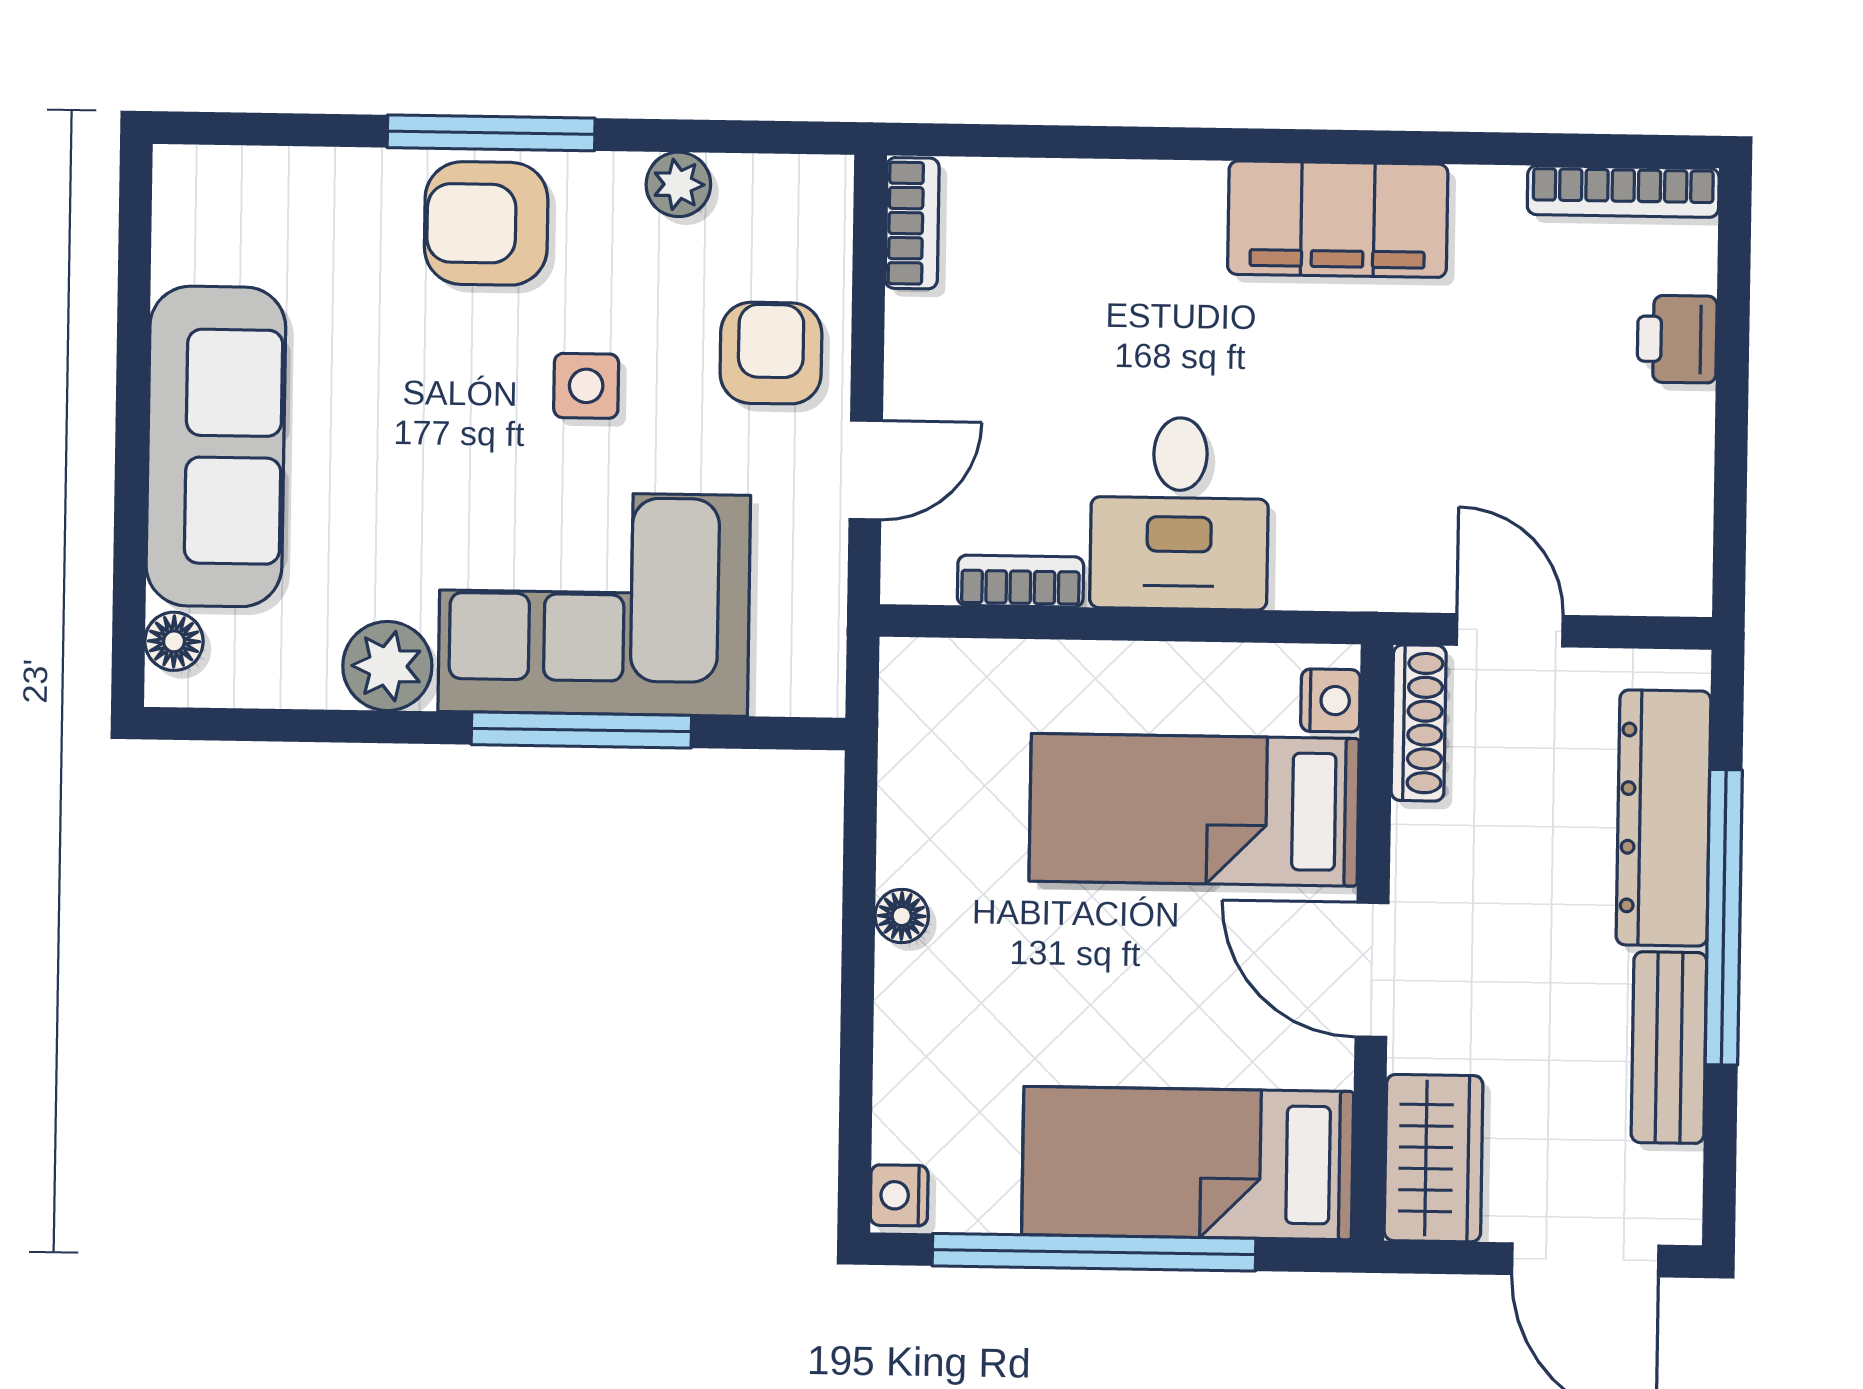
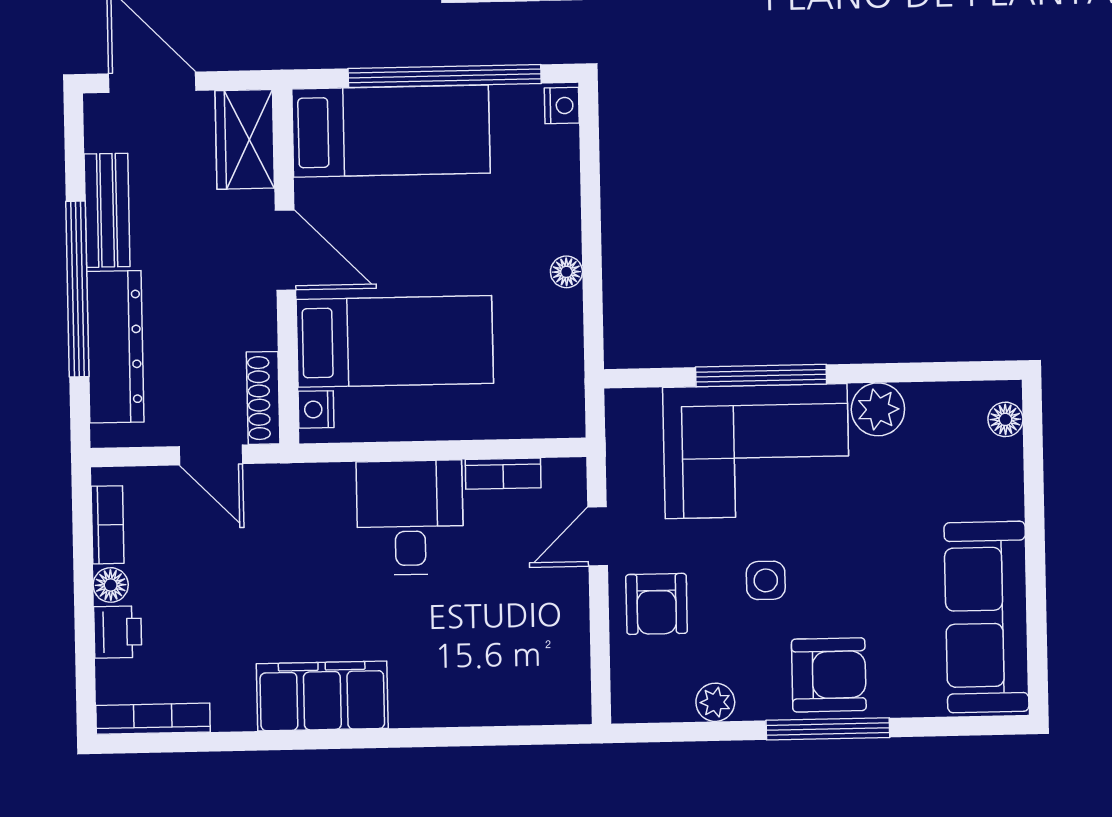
bookcase: (912, 223) -> (108, 525), moved, turned 180
floor lamp: (1686, 418) -> (111, 585), added
sofa: (216, 446) -> (986, 617), moved

